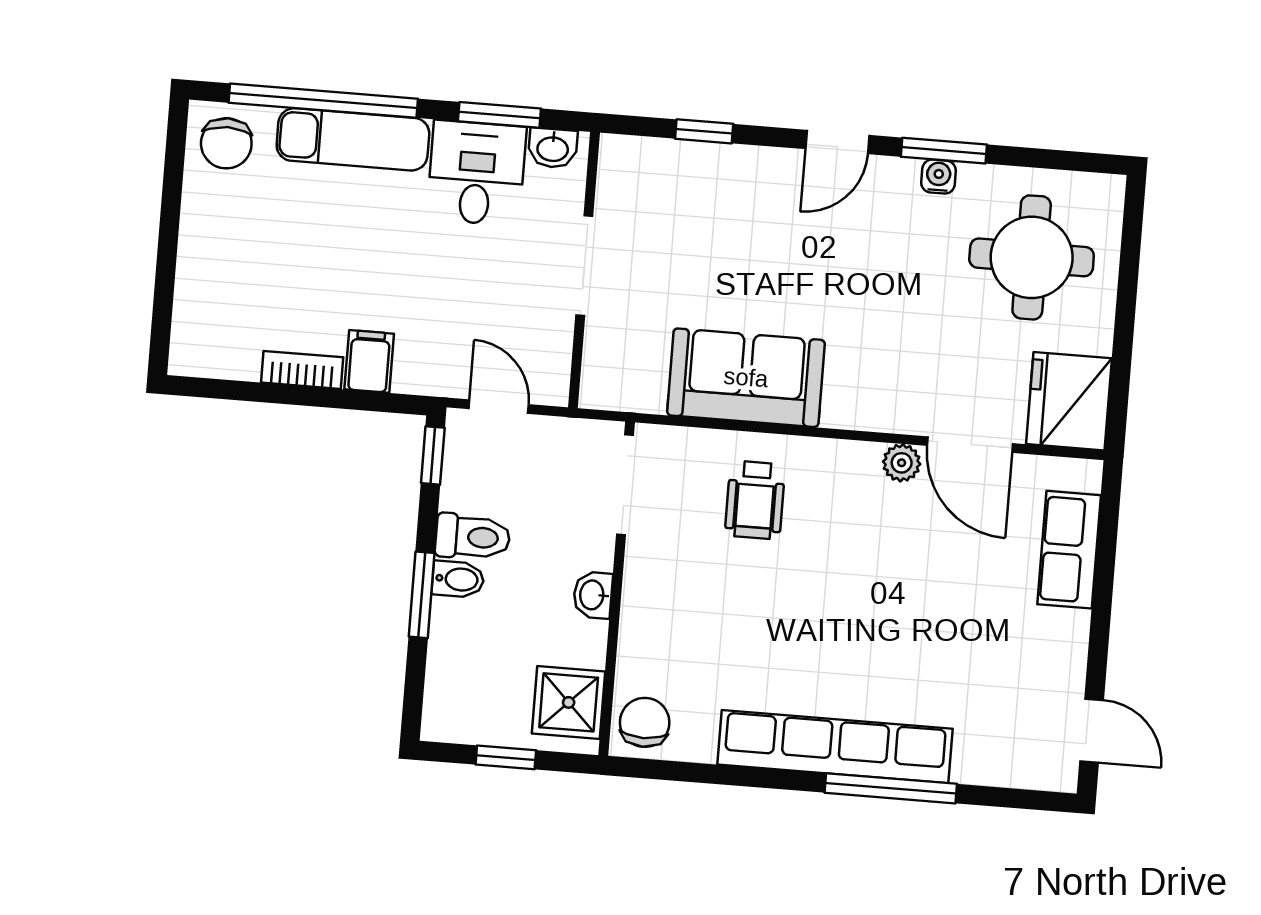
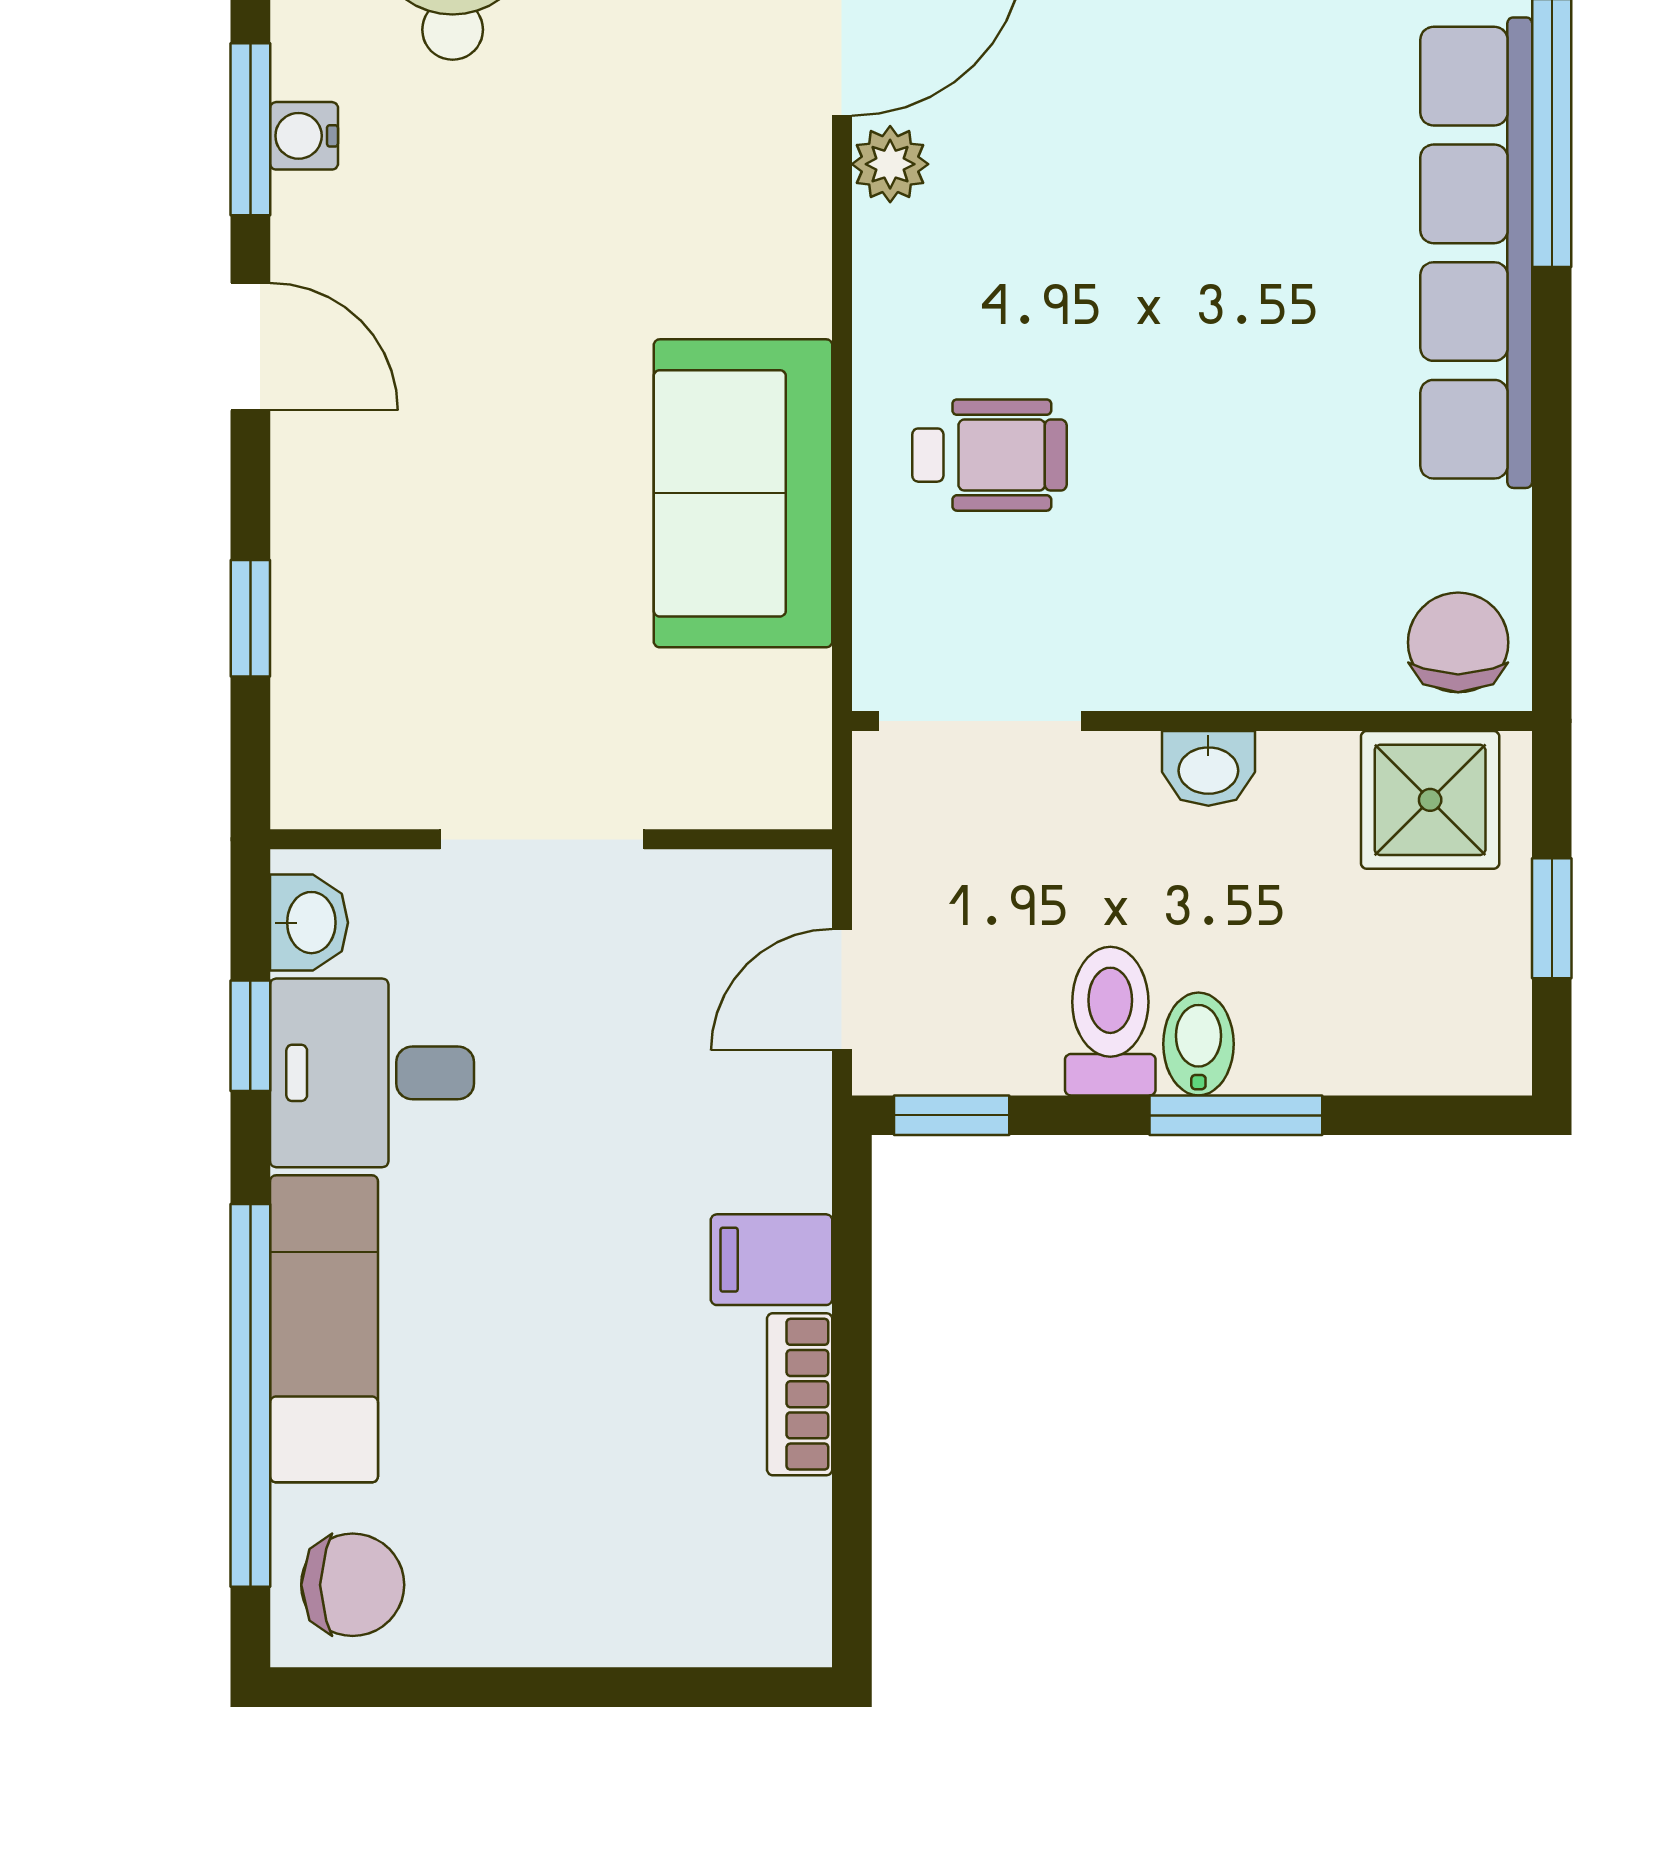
window: (499, 115) -> (250, 1036), width x0.67
chair: (645, 722) -> (1458, 642), turned 90

